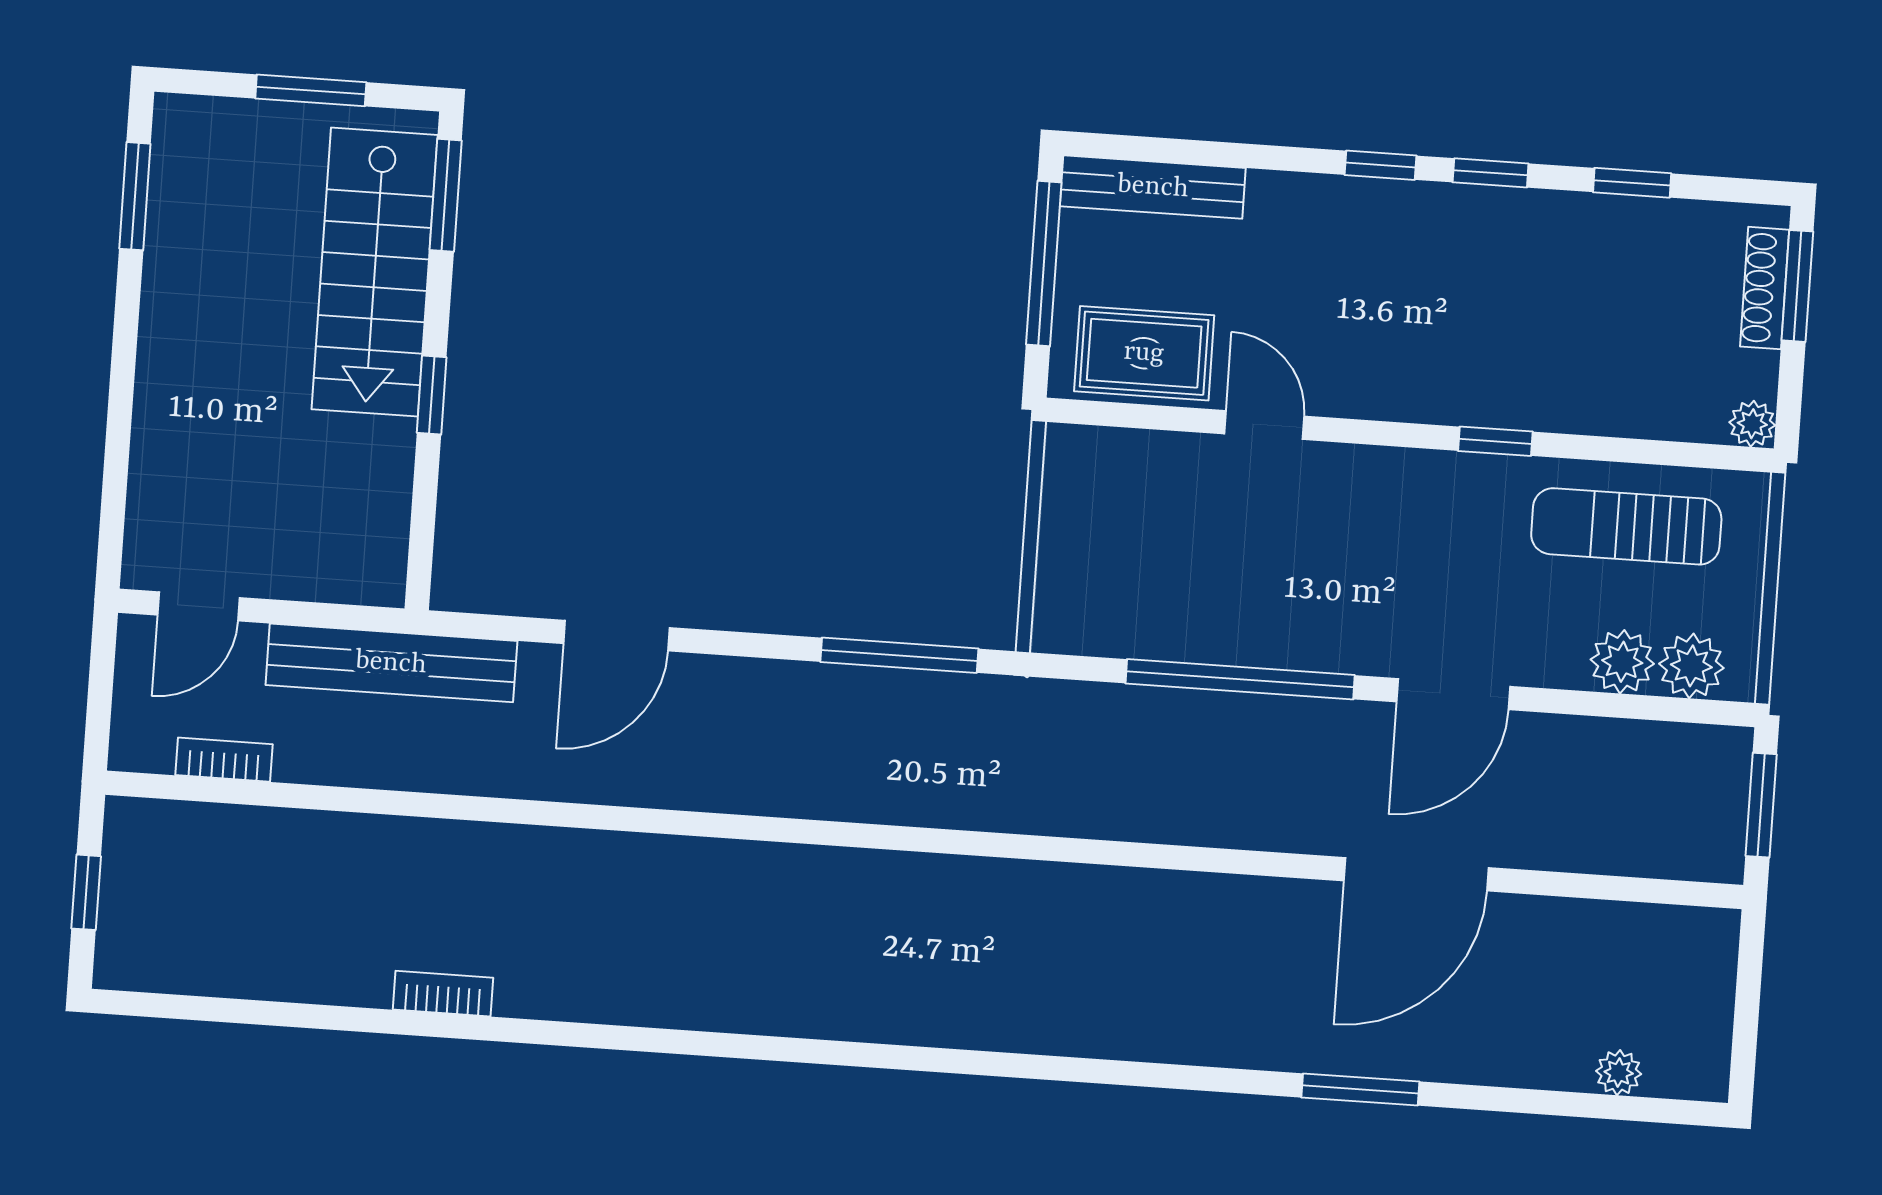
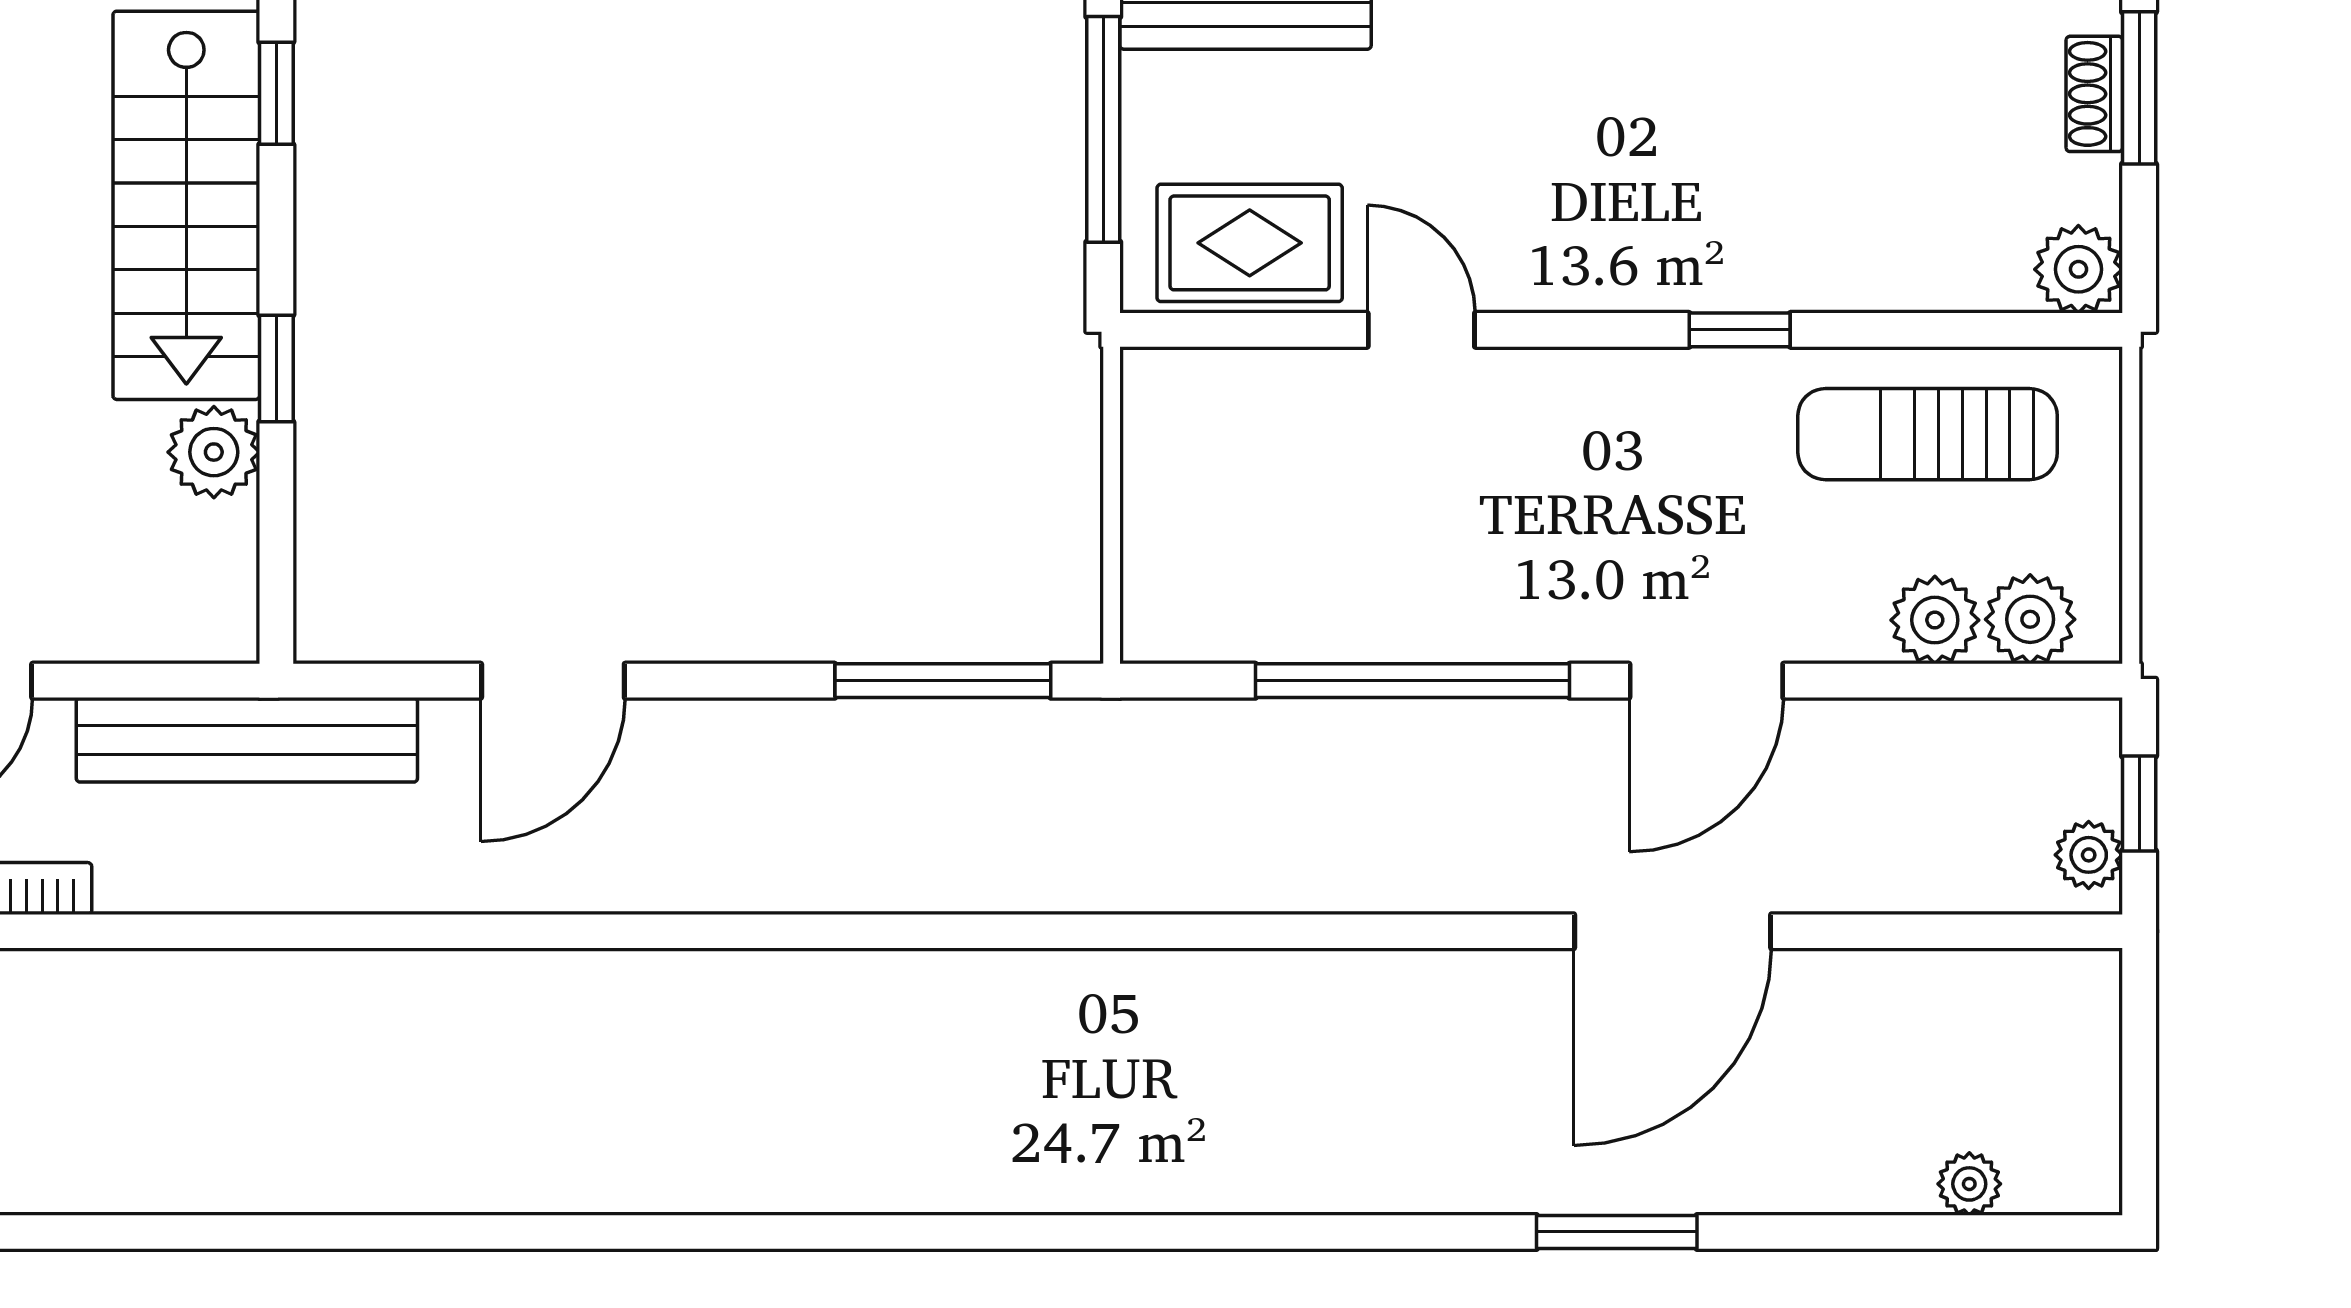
window: (446, 195) -> (276, 93), width x0.67
shoe rack: (1765, 288) -> (2094, 94), width x0.70
plant: (1752, 424) -> (2078, 269), width x1.38, depth x1.38
plant: (382, 452) -> (214, 452), added
window: (1761, 805) -> (2139, 803), width x0.67
plant: (1722, 840) -> (2089, 855), added
bookcase: (443, 994) -> (349, 1188), removed

